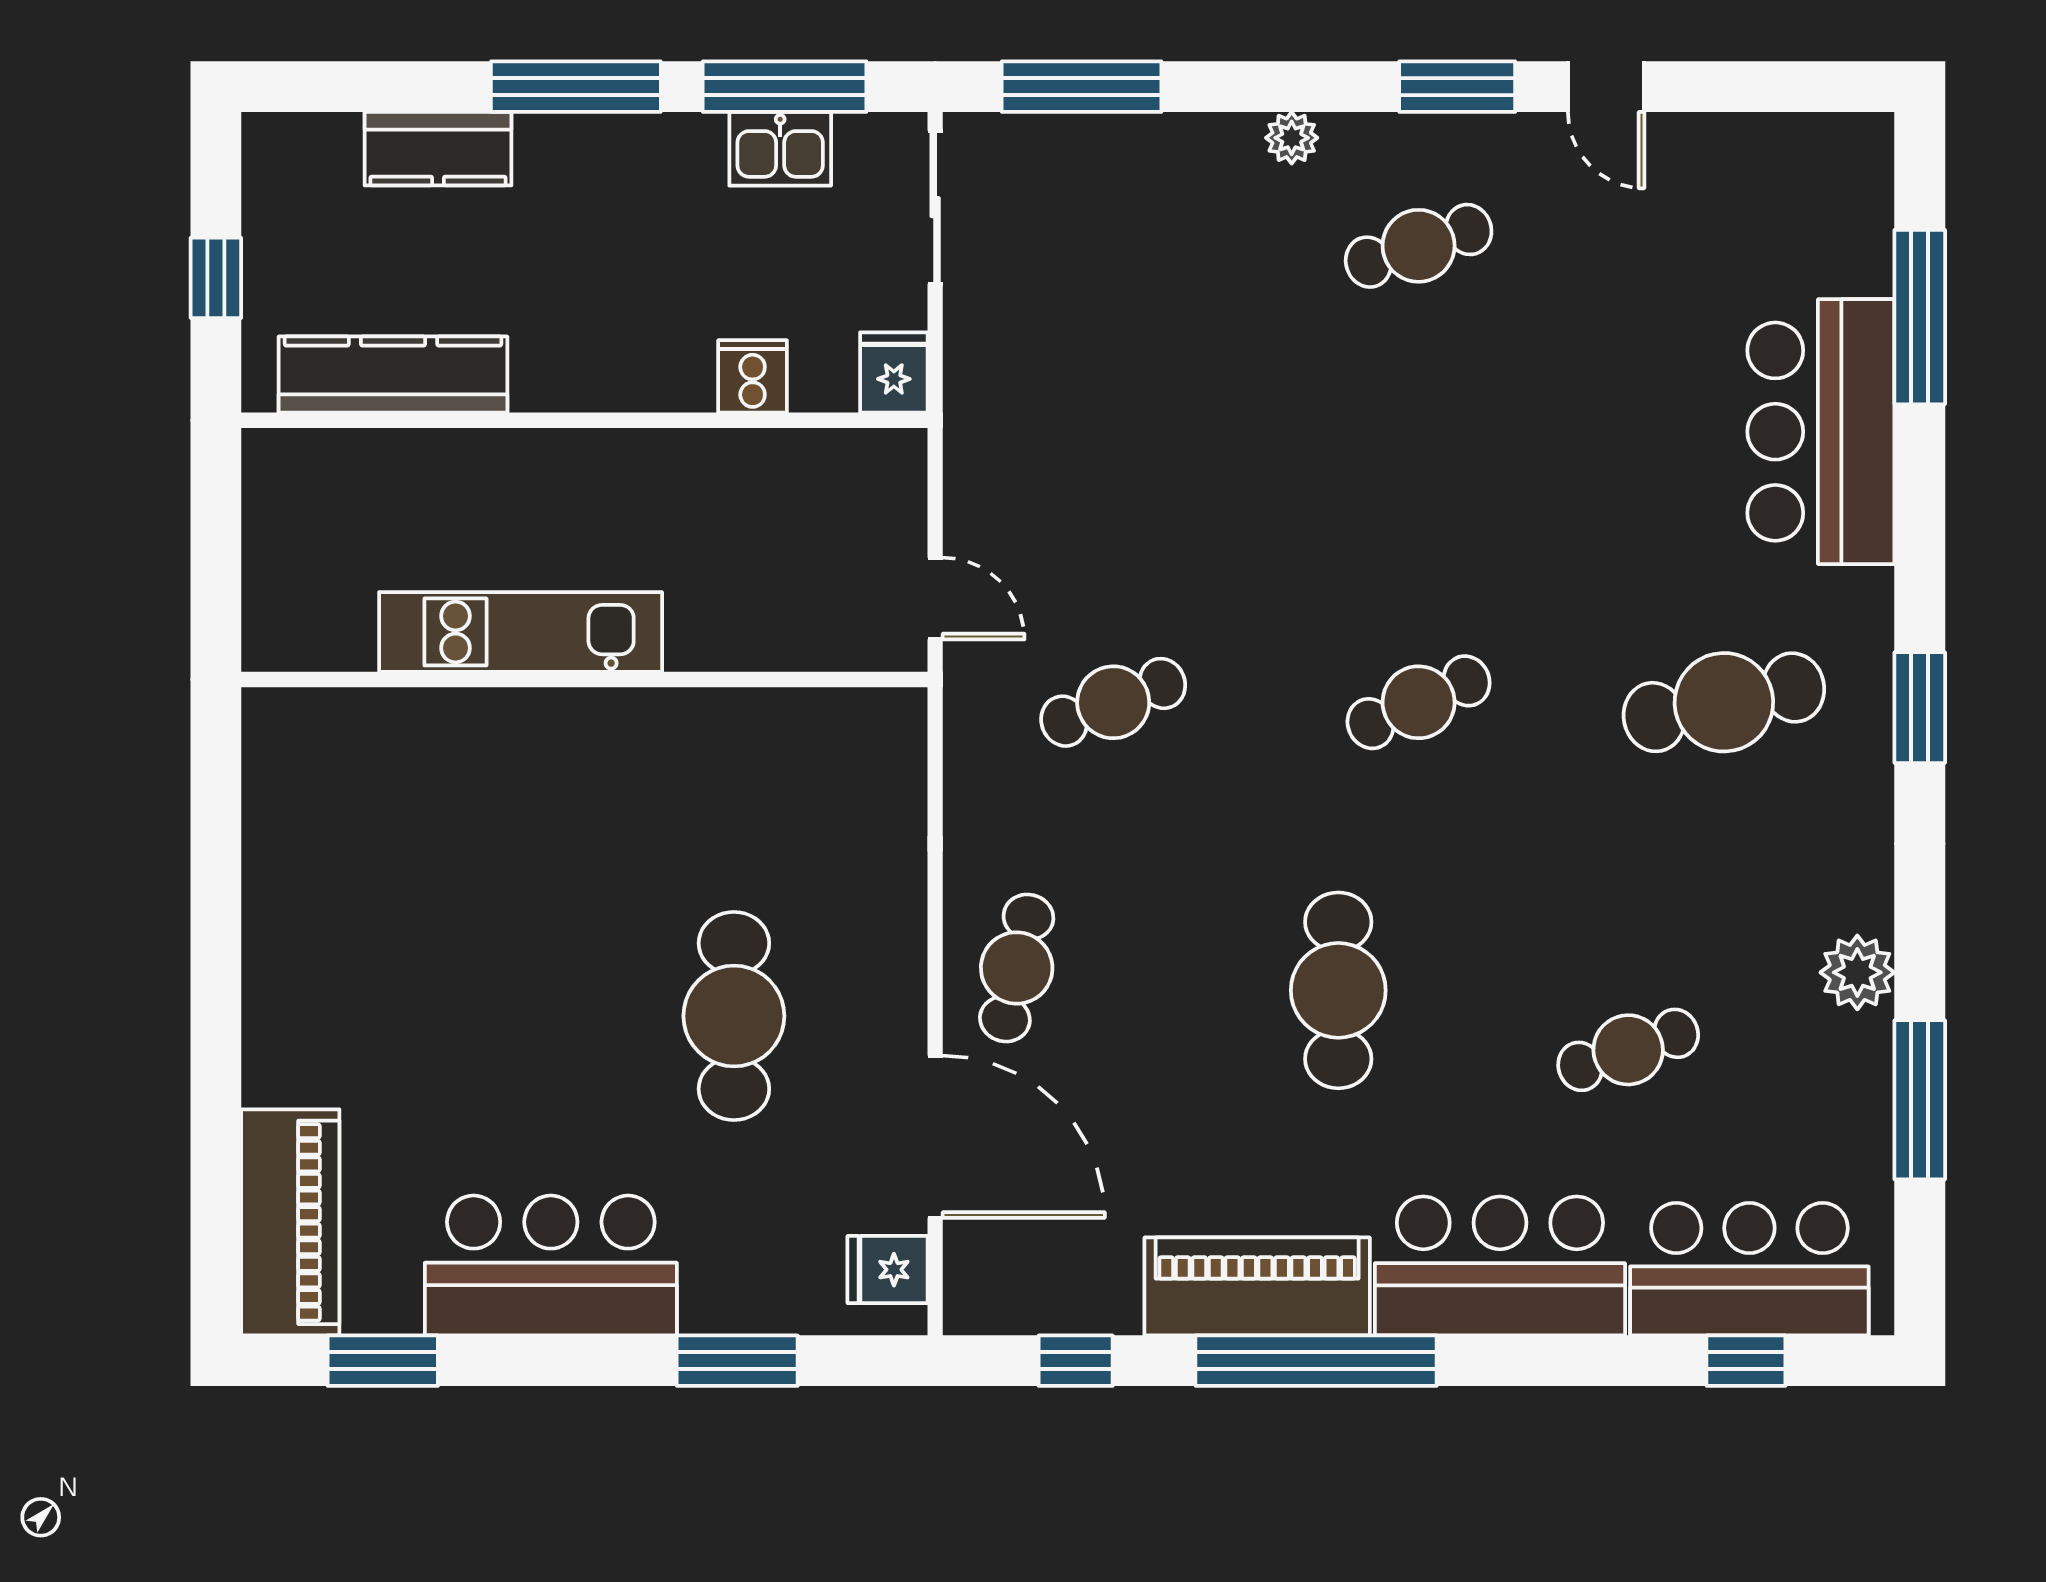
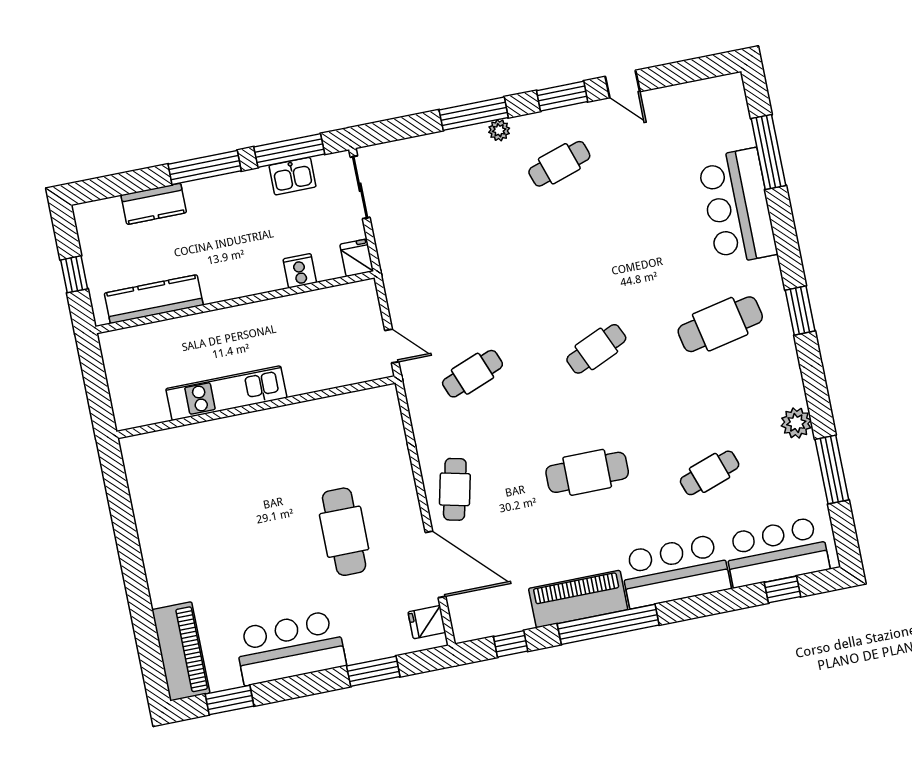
window: (1082, 87) -> (474, 114), moved
cafe table: (1338, 990) -> (587, 472), turned 90

